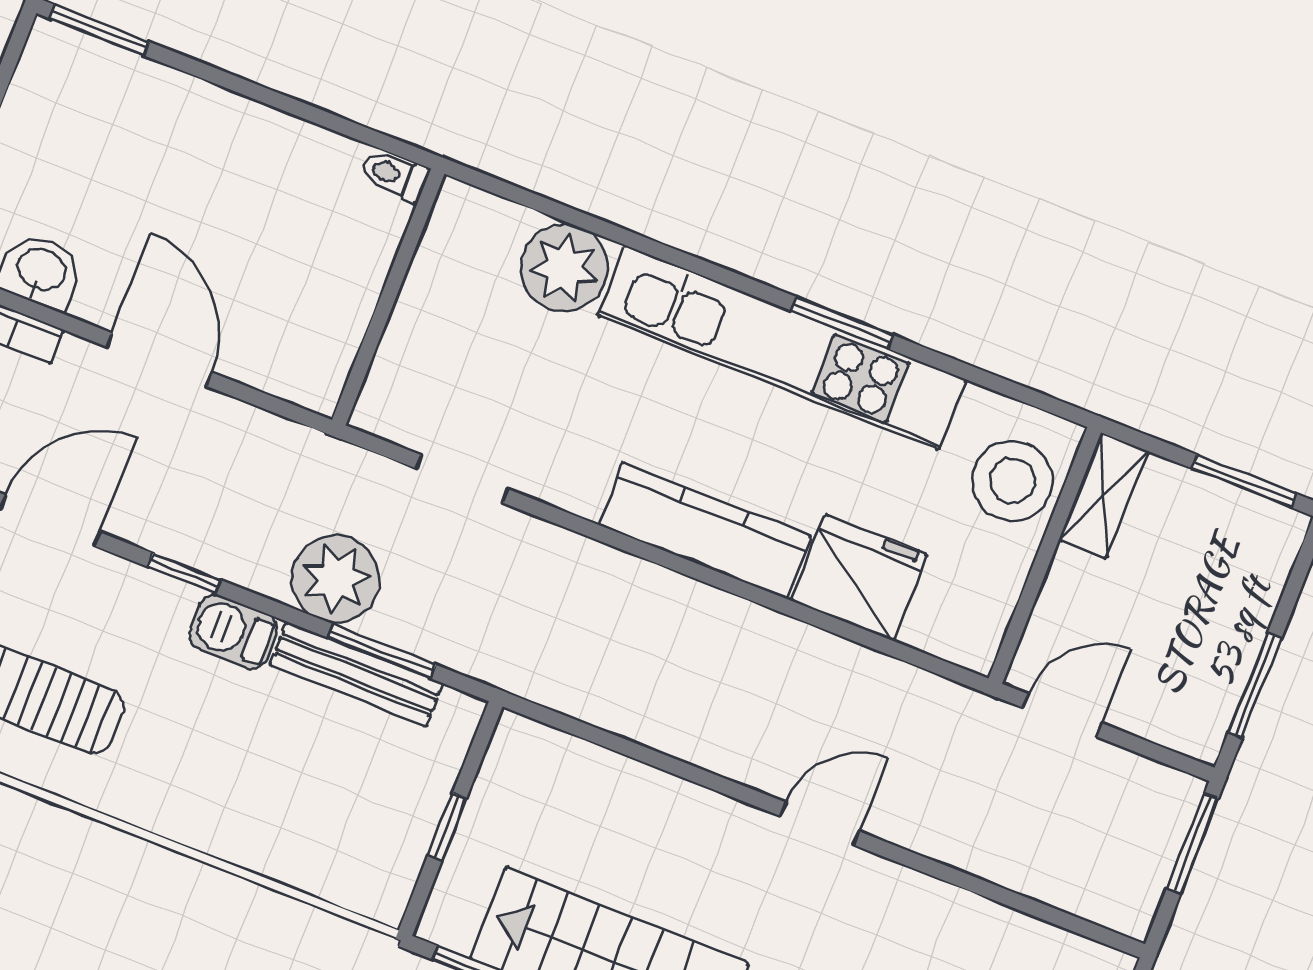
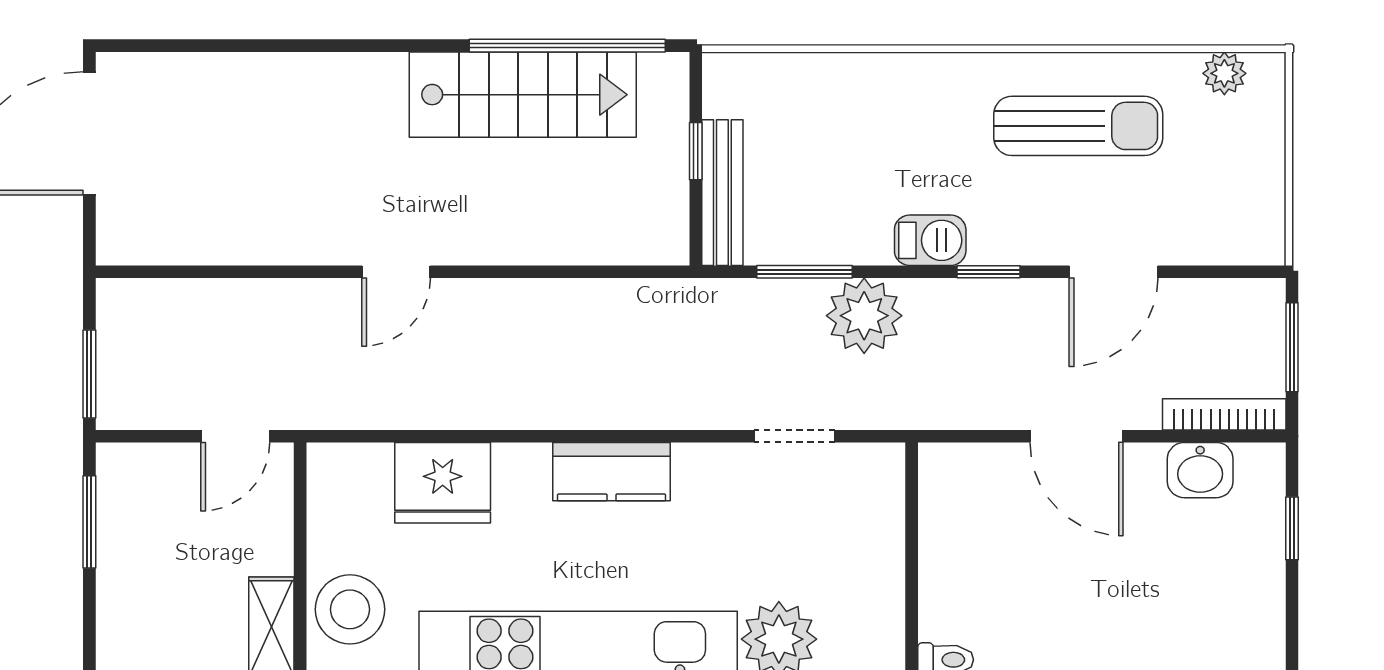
kitchen counter: (705, 531) -> (611, 472), width x0.67
bench: (357, 674) -> (722, 193), moved, turned 90

